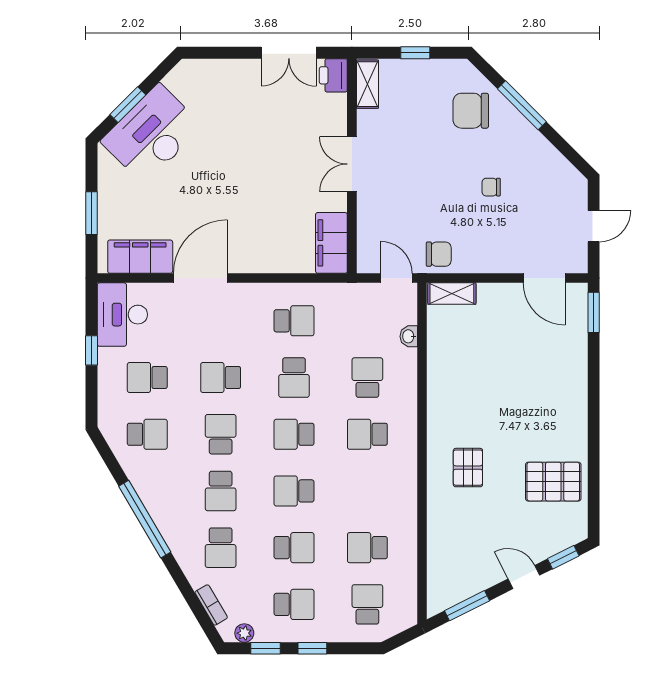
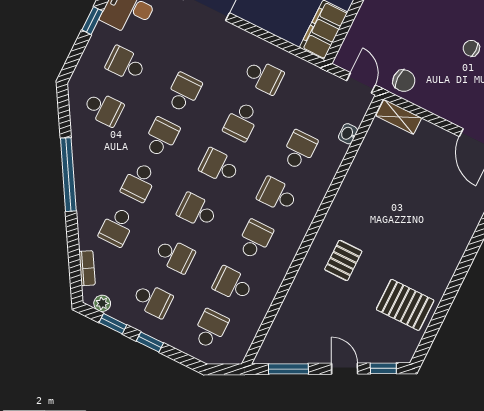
school desk: (221, 378) -> (184, 93), turned 90
school desk: (367, 491) -> (255, 239), added

